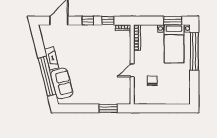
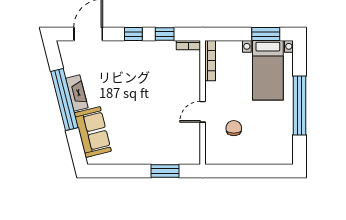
window: (194, 51) -> (299, 106), moved
window: (47, 76) -> (64, 99), moved

